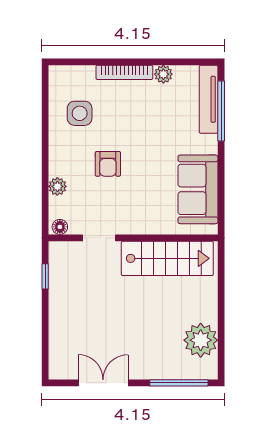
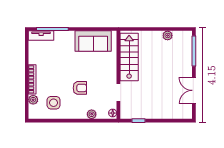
plant: (163, 74) -> (33, 100), moved
tv unit: (209, 99) -> (41, 36), width x0.71
plant: (201, 340) -> (168, 35), width x0.53, depth x0.53

